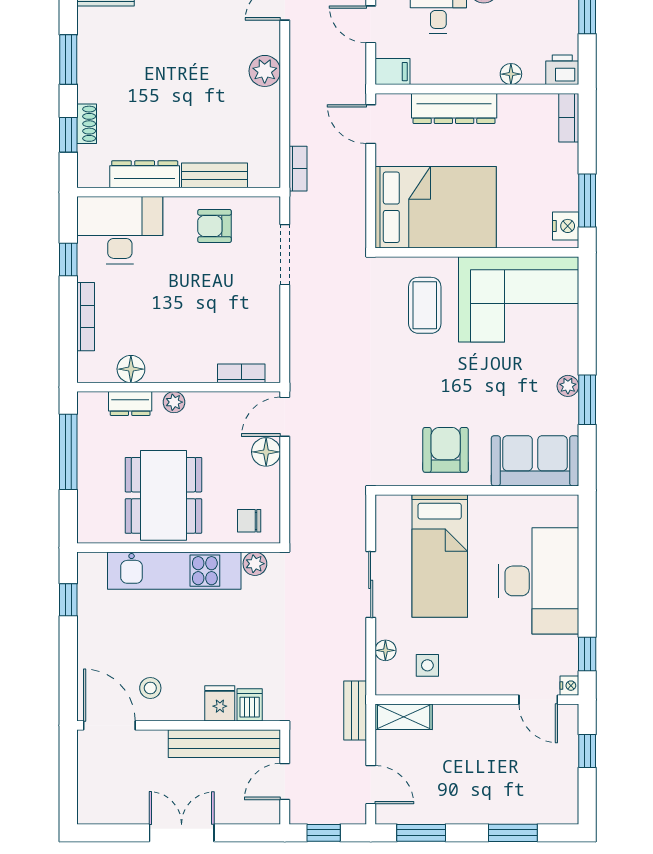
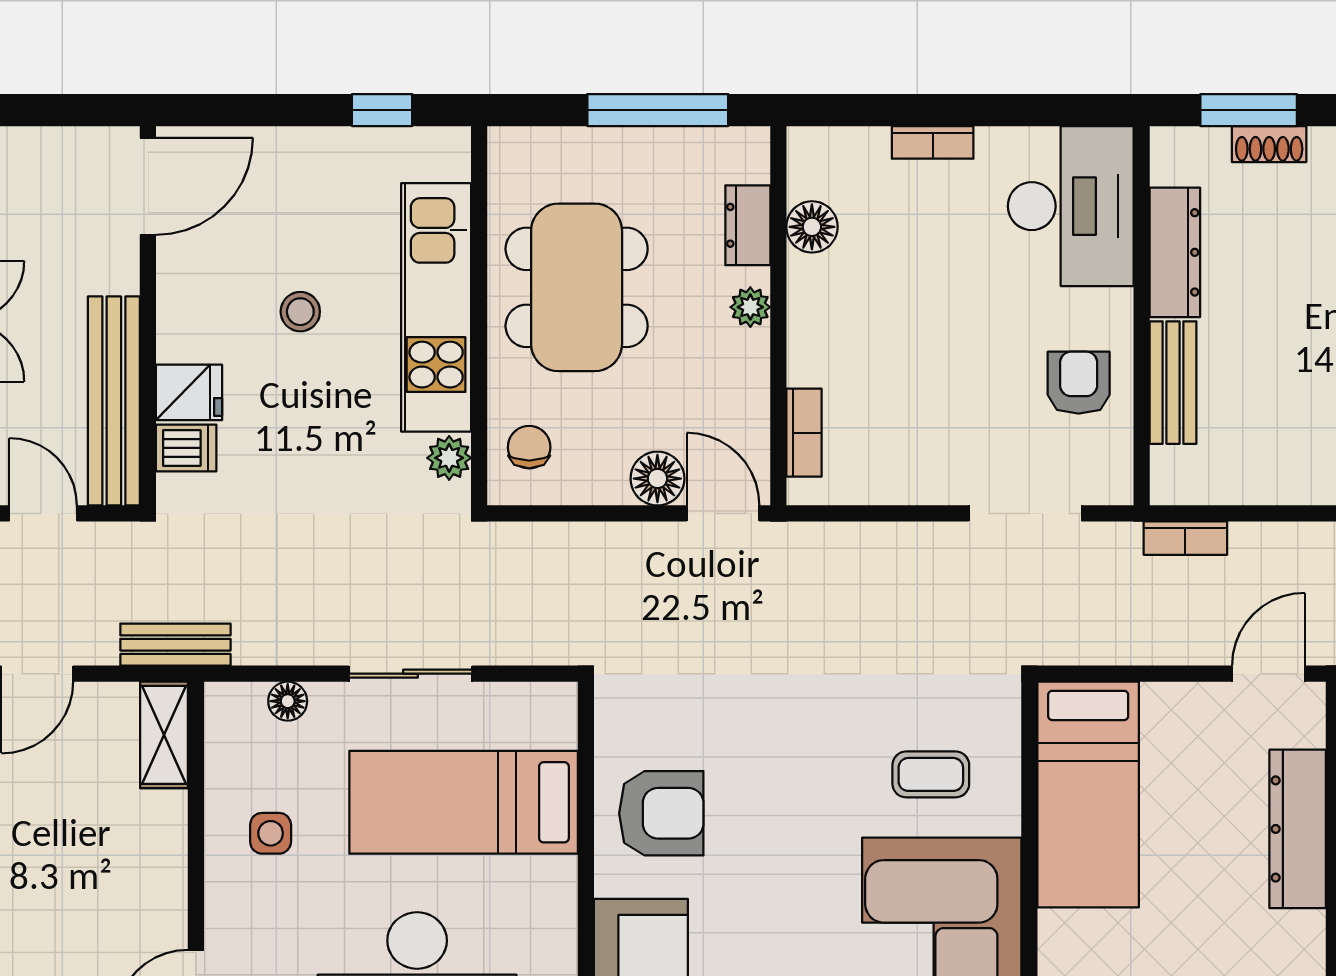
window: (68, 135) -> (1249, 110), width x1.50
bed: (436, 207) -> (1088, 795), width x0.67
window: (68, 259) -> (1016, 110), removed
coffee table: (425, 305) -> (931, 774), width x0.73, depth x0.77
bookcase: (86, 317) -> (933, 142), width x0.64
dining table: (163, 495) -> (577, 287), turned 90
side table: (427, 665) -> (271, 833), moved
stool: (150, 688) -> (300, 312), moved

